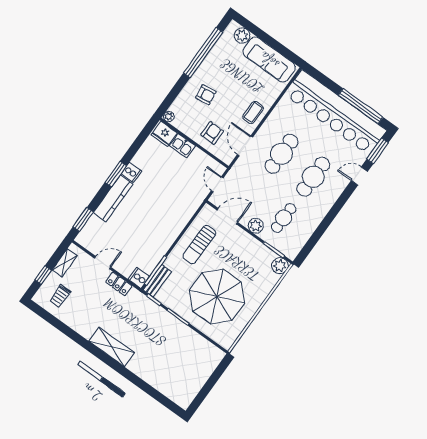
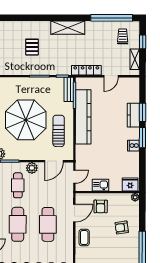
kitchen sink: (182, 146) -> (101, 185), moved
door: (245, 146) -> (74, 213), hinge flipped
door: (217, 184) -> (74, 177), hinge flipped
kitchen counter: (113, 198) -> (133, 115), width x0.67
window: (83, 219) -> (142, 112), moved
kitchen counter: (163, 241) -> (83, 117), added
cooker: (139, 278) -> (82, 83), removed
locker: (119, 284) -> (86, 70), width x1.53
parasol: (217, 297) -> (26, 120), moved
window: (58, 324) -> (112, 18), added
pallet: (164, 353) -> (32, 47), added

